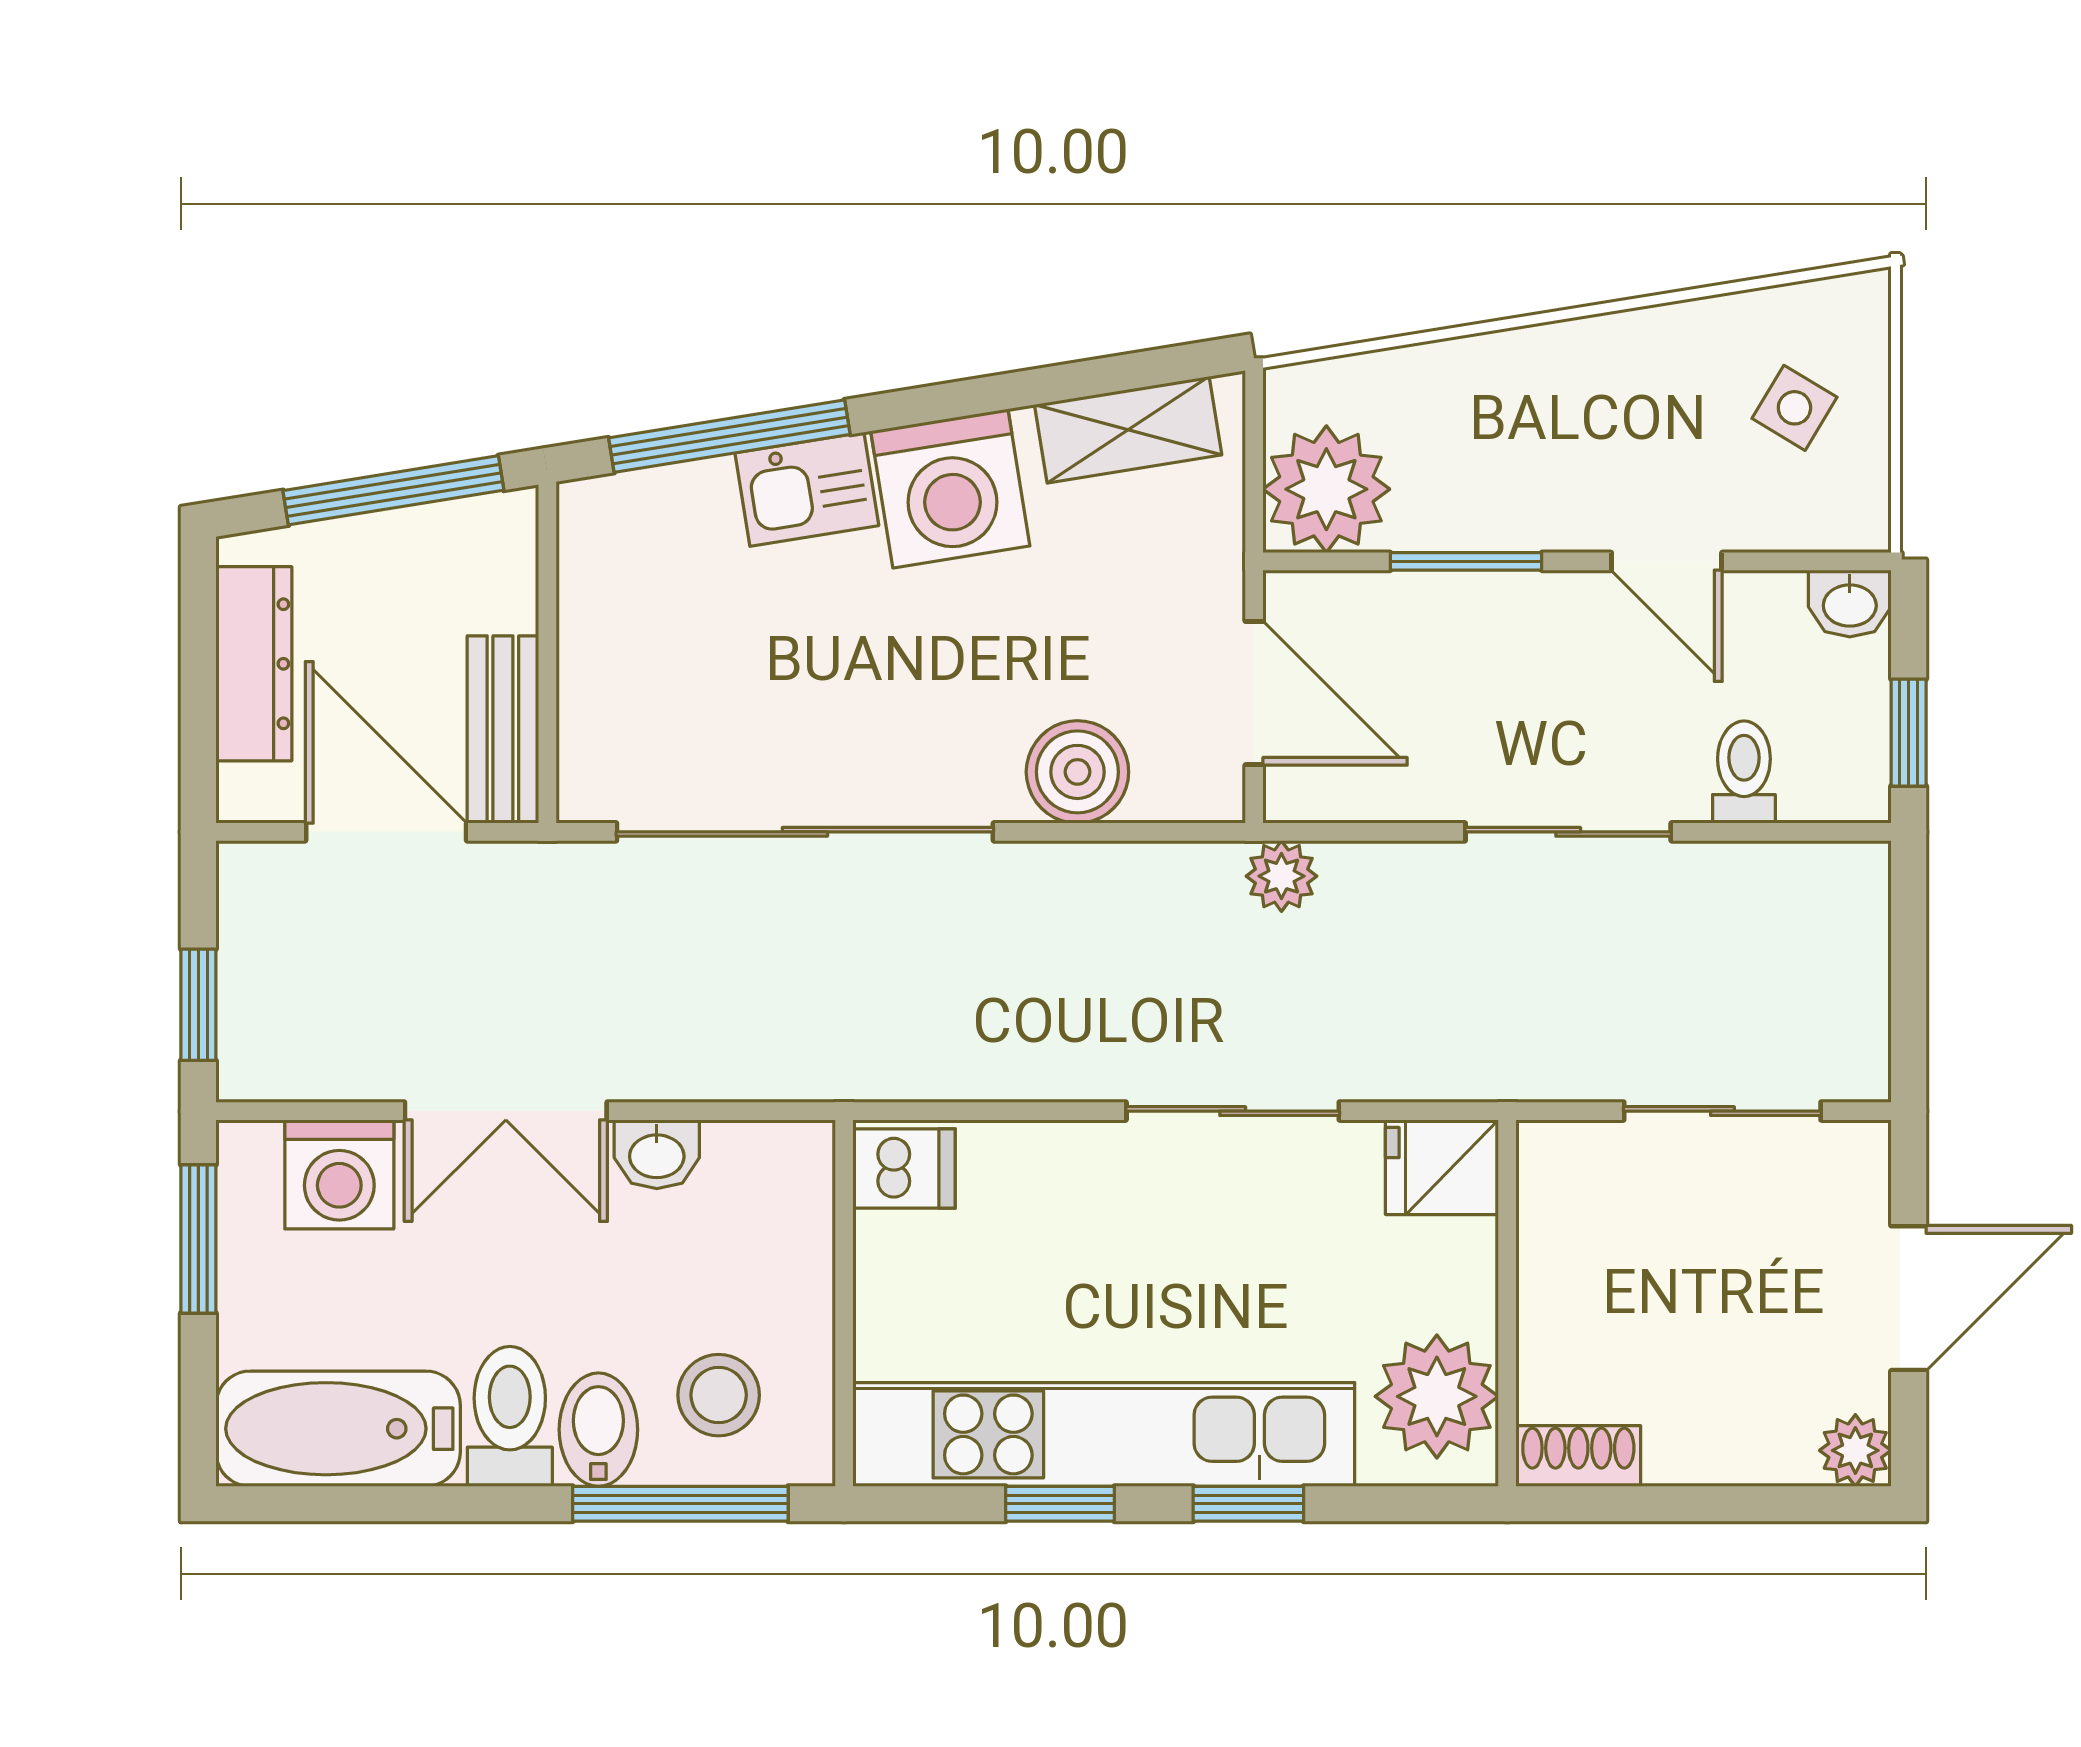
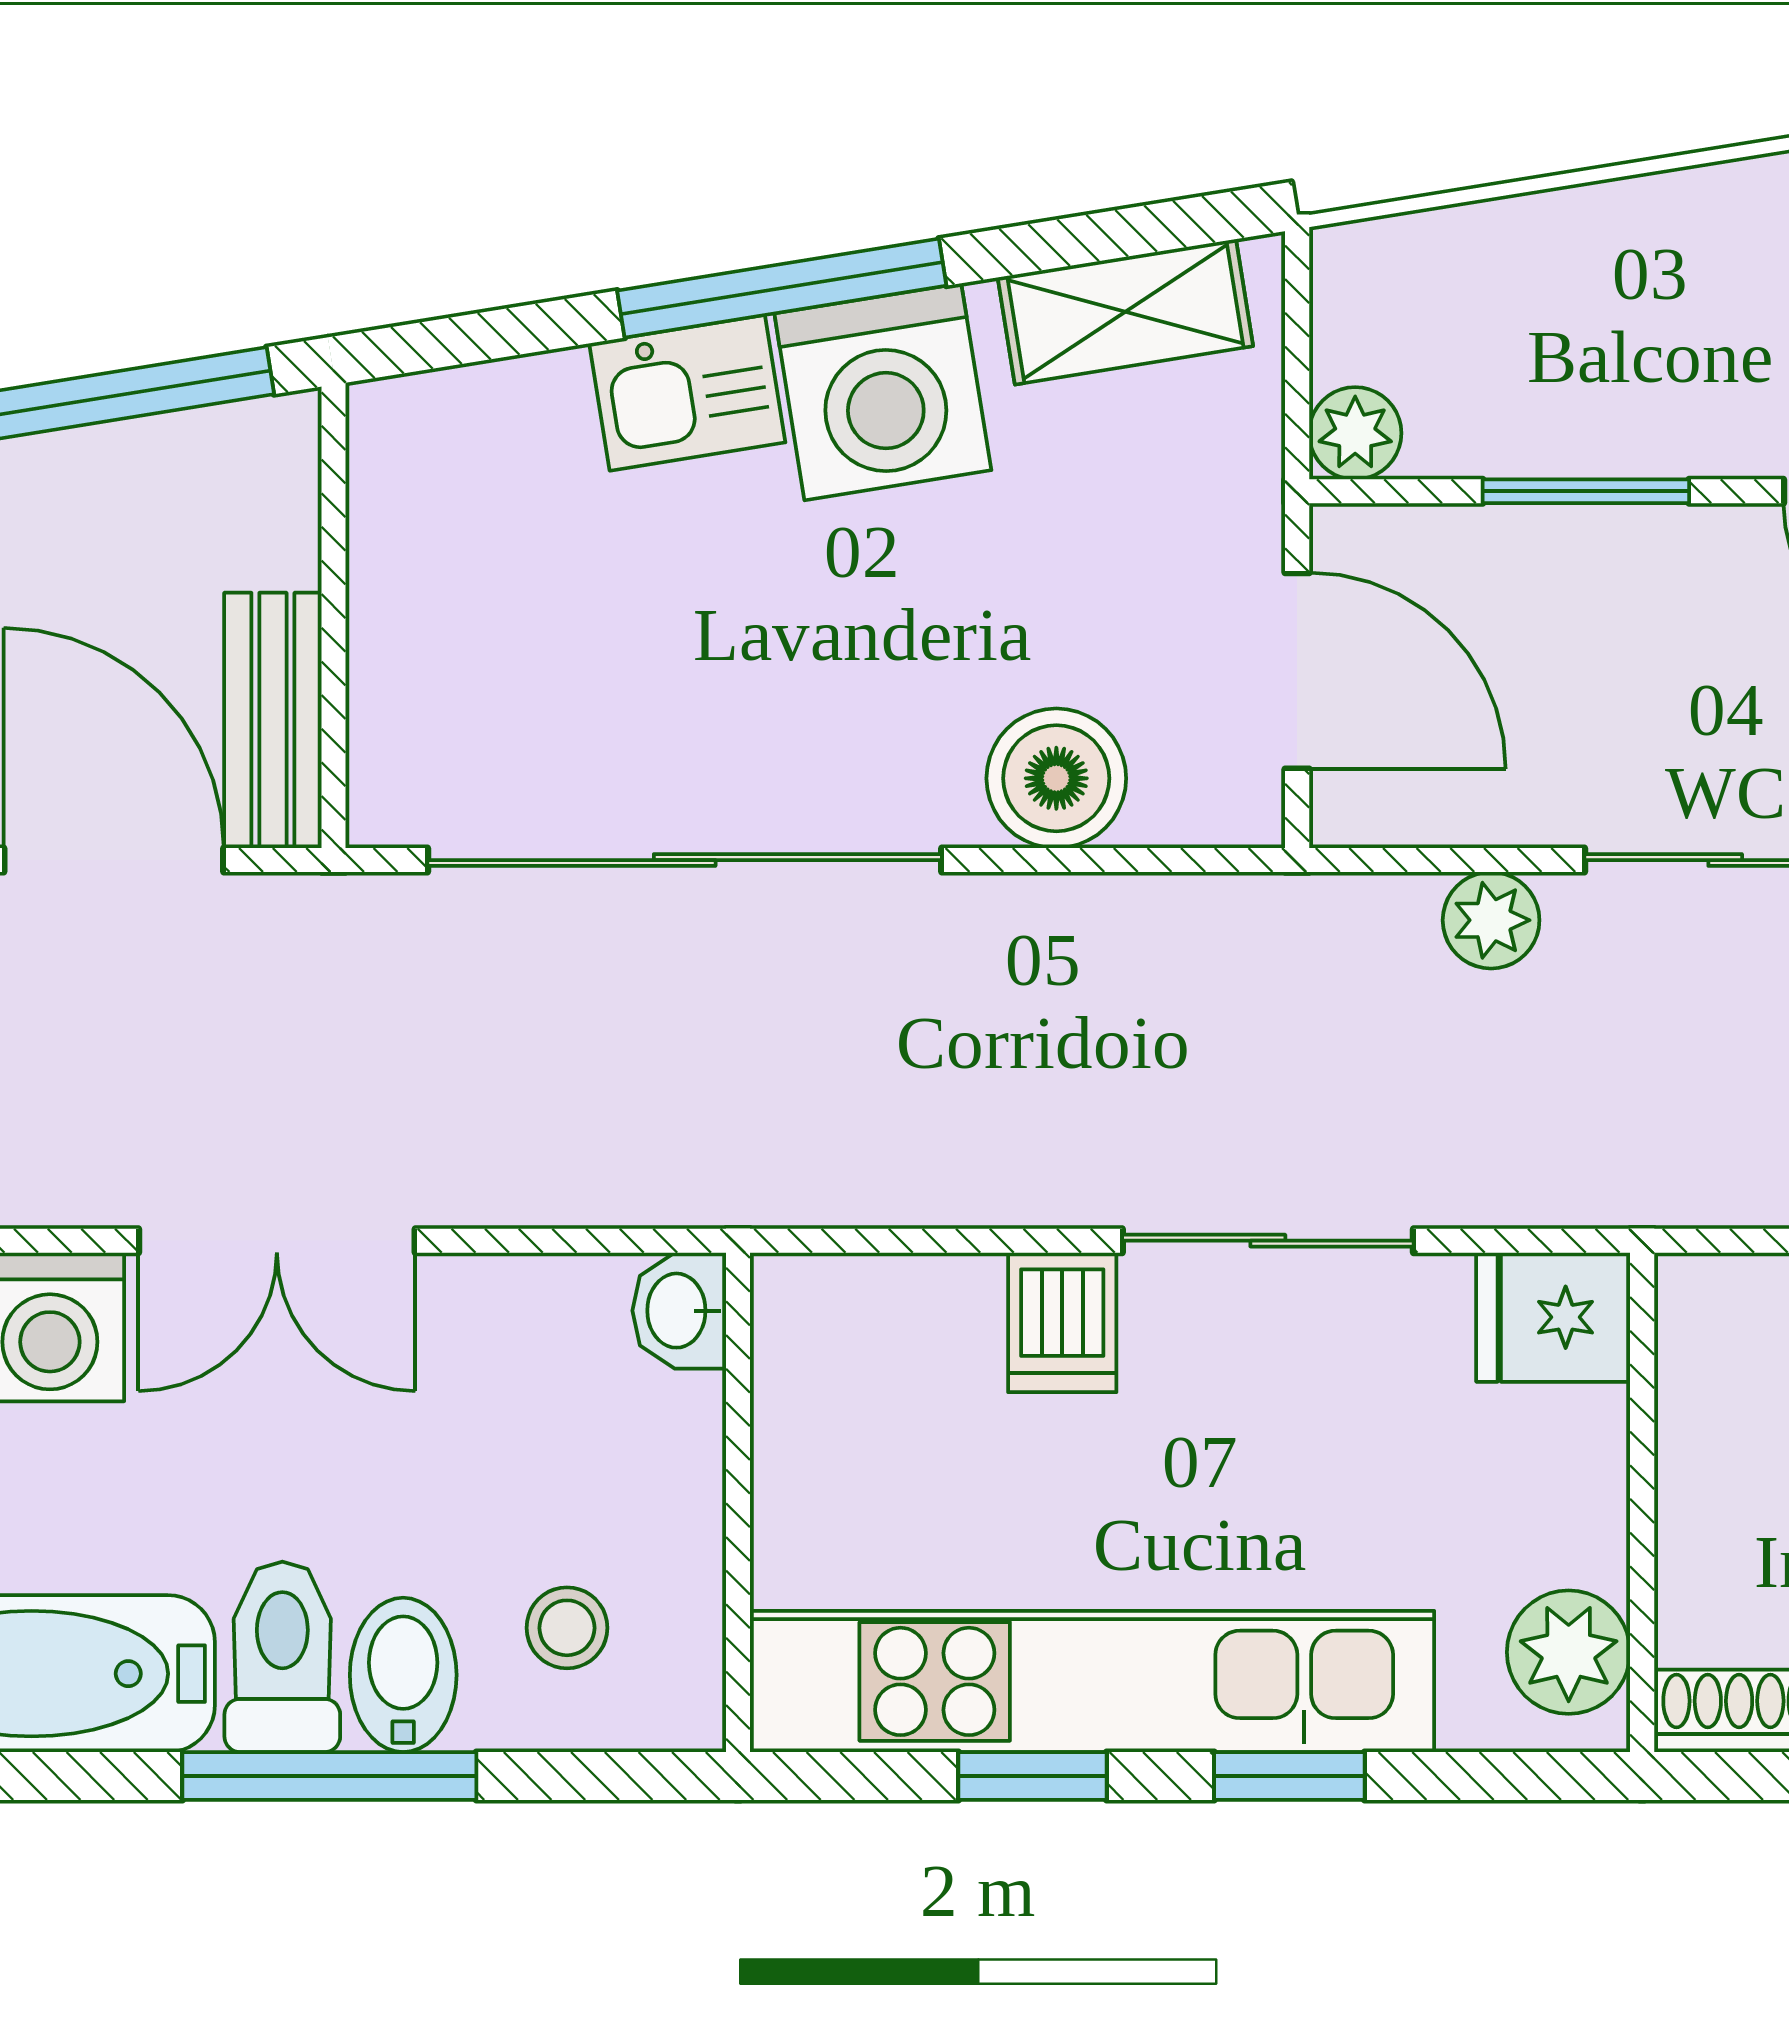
window: (729, 436) -> (782, 288), moved
plant: (1326, 489) -> (1355, 433), width x0.53, depth x0.53
plant: (1281, 876) -> (1491, 920), moved
washbasin: (657, 1154) -> (679, 1311), moved, turned 90
dishwasher: (904, 1168) -> (1062, 1322), moved, turned 90
stool: (719, 1395) -> (567, 1628), width x0.73, depth x0.73
plant: (1437, 1396) -> (1569, 1652), width x0.73, depth x0.73
window: (680, 1504) -> (329, 1776), moved

